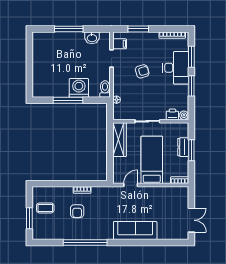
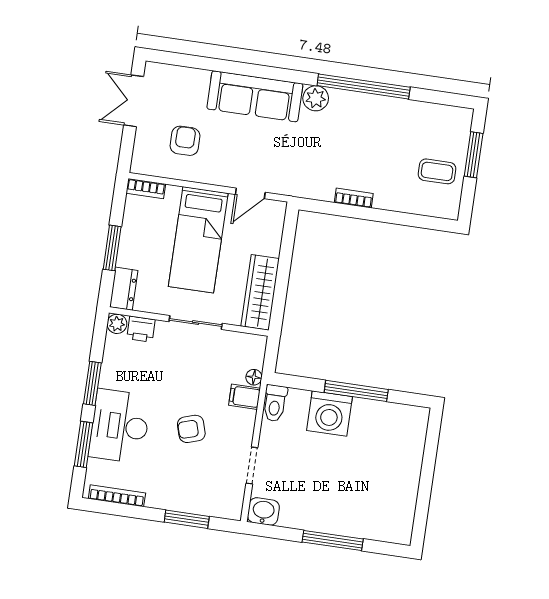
washbasin: (92, 38) -> (263, 511), moved
filing cabinet: (120, 44) -> (244, 397), moved
dresser: (183, 147) -> (124, 289), moved
armchair: (77, 211) -> (185, 141), moved
plant: (107, 234) -> (316, 98), added

